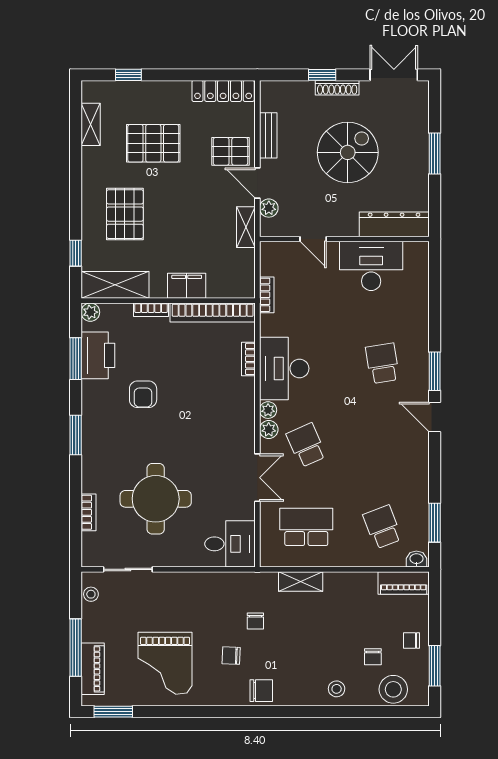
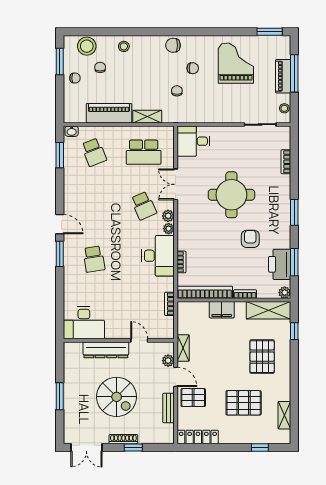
spiral stairs: (348, 152) -> (117, 397), turned -90
dresser: (394, 224) -> (106, 350), moved
desk: (371, 266) -> (84, 323), moved
round table: (156, 499) -> (231, 195), moved
piano: (404, 583) -> (109, 113), moved, width x1.37, depth x1.33
piano: (93, 669) -> (283, 76), moved

